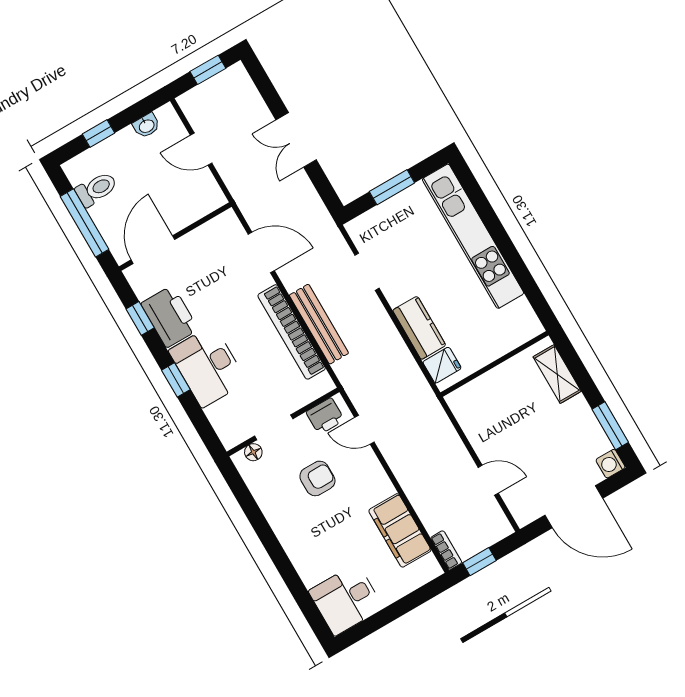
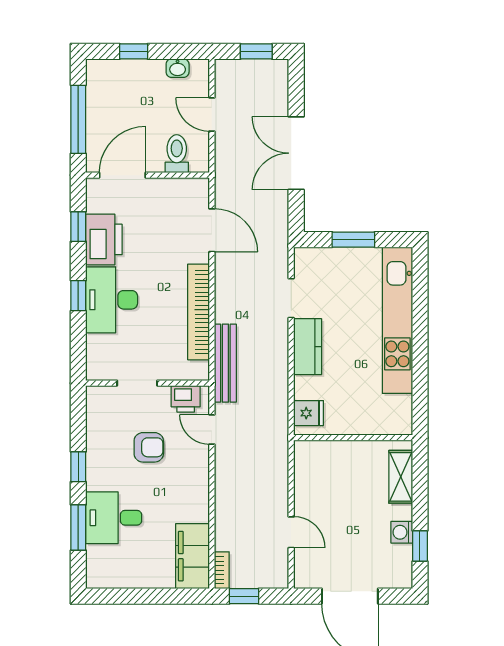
double door: (296, 140) -> (296, 153), width x1.37
toilet: (96, 189) -> (177, 154), moved, turned -90
bench: (319, 324) -> (225, 363), moved
kitchen counter: (419, 328) -> (308, 347), moved
window: (610, 426) -> (420, 546), width x0.67
floor lamp: (253, 452) -> (108, 394), removed
washing machine: (610, 464) -> (402, 532), moved
filing cabinet: (400, 530) -> (193, 556), moved
window: (265, 532) -> (78, 467), added
window: (296, 586) -> (78, 528), added
desk: (346, 600) -> (114, 518), moved

